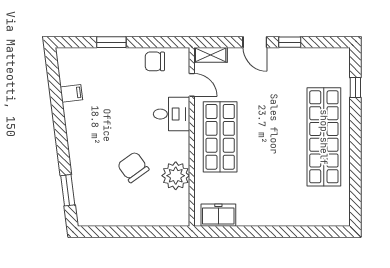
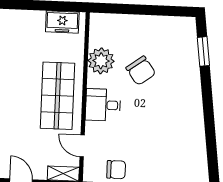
filing cabinet: (71, 93) -> (196, 143), removed
desk: (172, 114) -> (103, 105), moved

